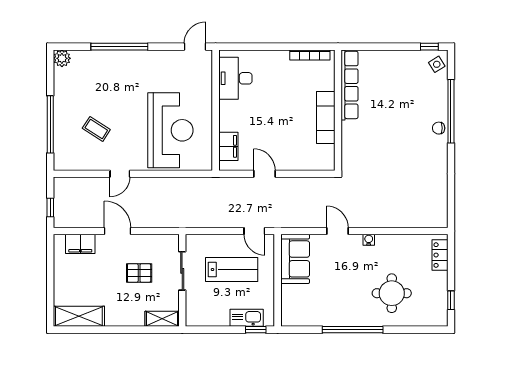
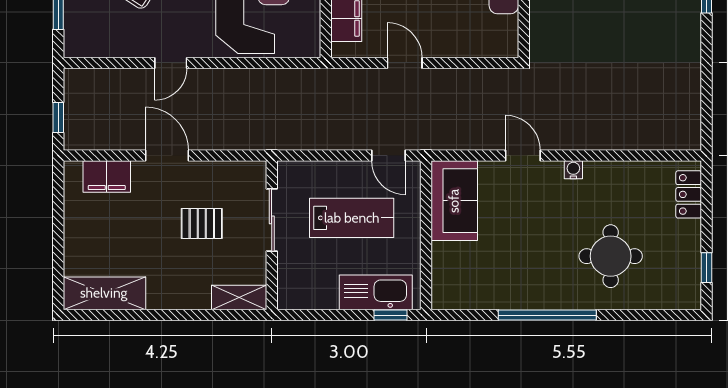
kitchen sink: (247, 318) -> (376, 292), width x1.36, depth x1.24

